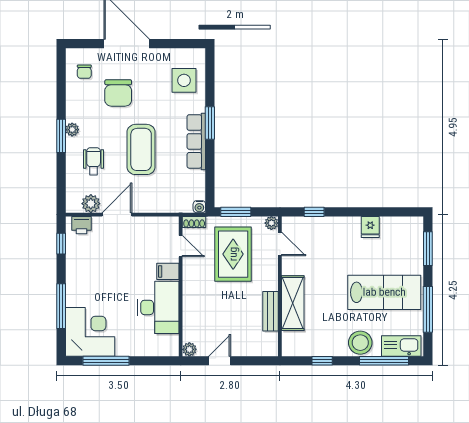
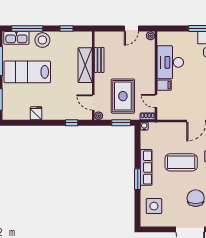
coffee table: (141, 149) -> (181, 162), turned 90

